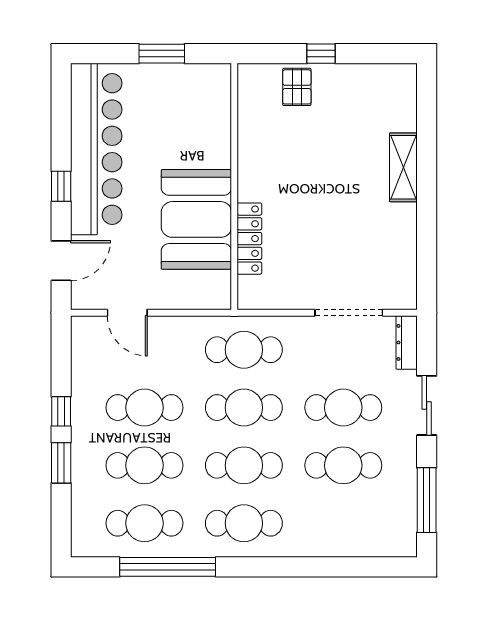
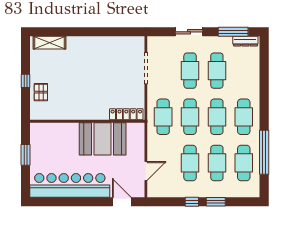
pallet: (297, 87) -> (41, 92), turned 90
shelving: (403, 167) -> (49, 43), moved
window: (61, 186) -> (87, 202), removed
locker: (249, 239) -> (126, 114), moved
dresser: (407, 342) -> (245, 41), moved

